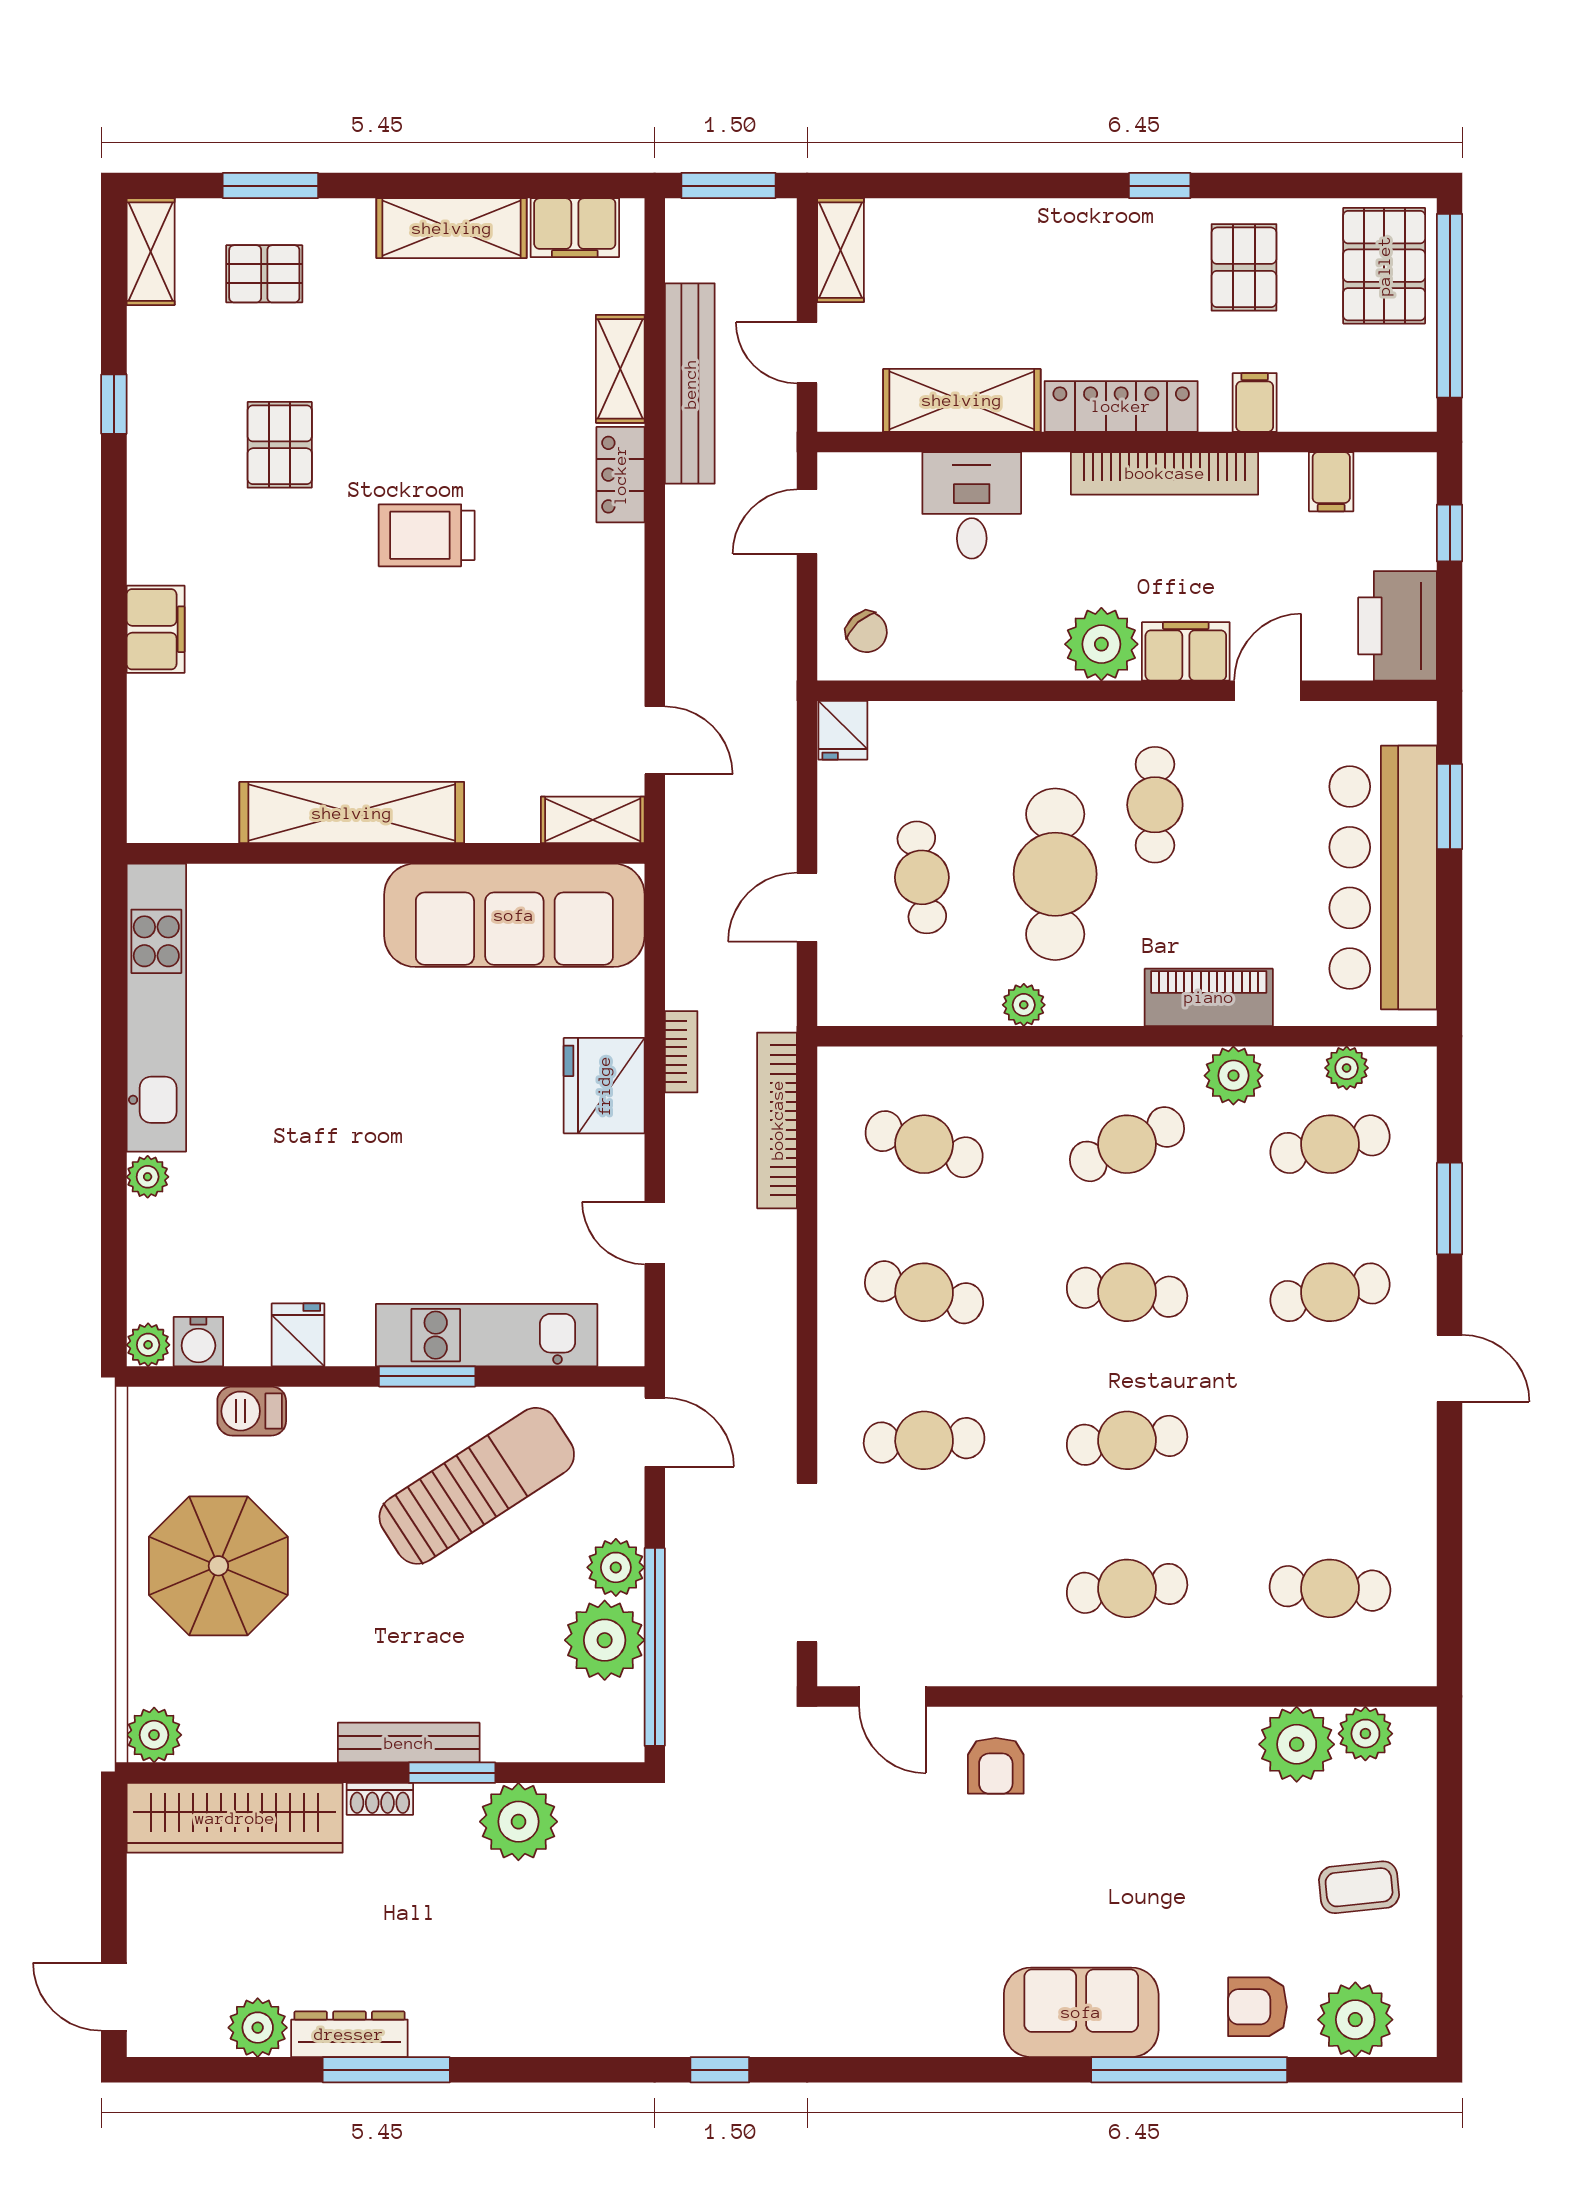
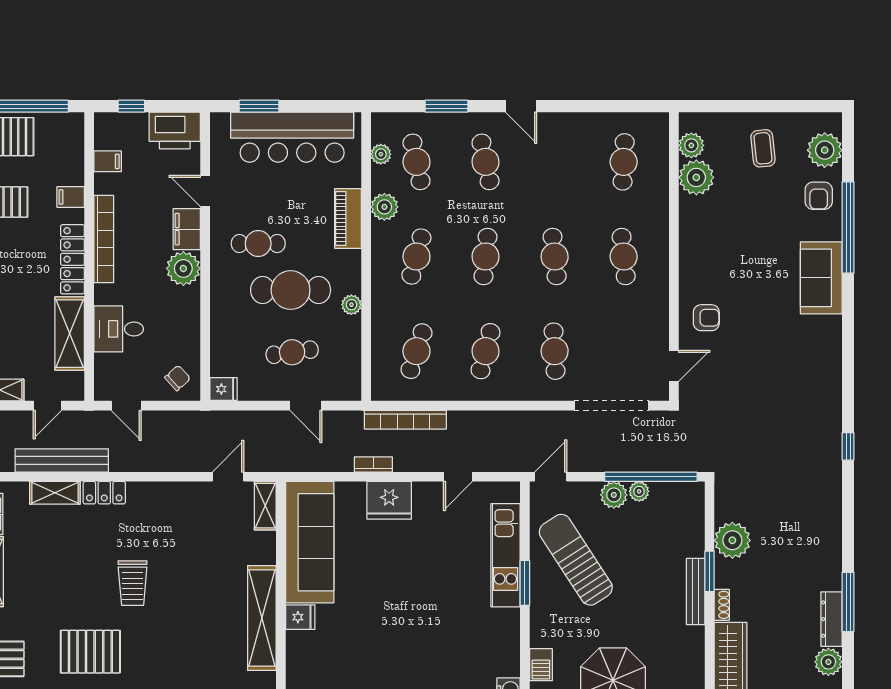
pallet: (280, 445) -> (90, 652), width x1.50, depth x1.42
cafe table: (1127, 1144) -> (416, 257), turned 39
fridge: (298, 1335) -> (300, 617), moved, turned 180
door: (1450, 1368) -> (521, 106), swing flipped
plant: (605, 1640) -> (639, 491), width x0.53, depth x0.53

